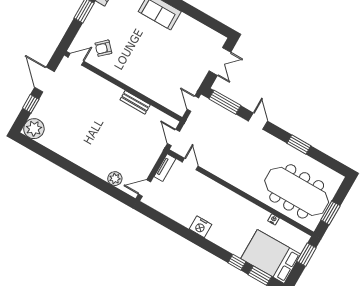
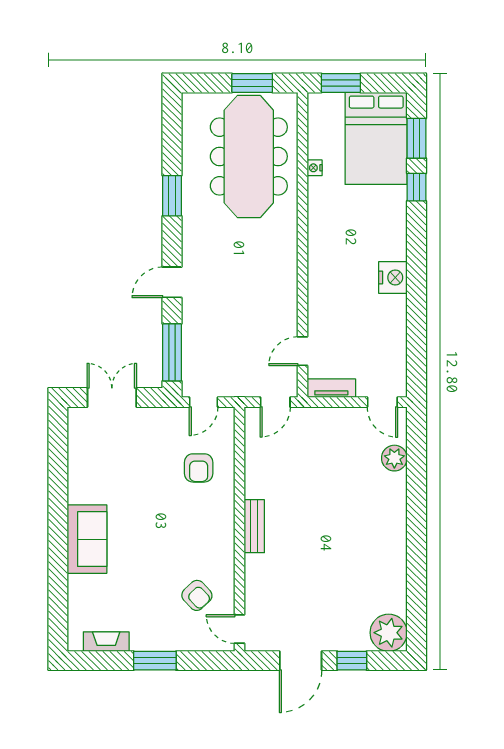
armchair: (163, 83) -> (199, 468), added
bench: (135, 102) -> (254, 526), moved

